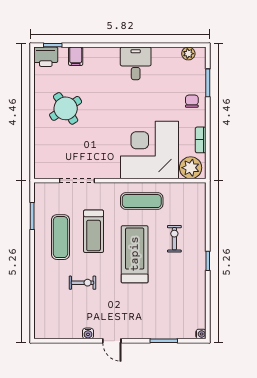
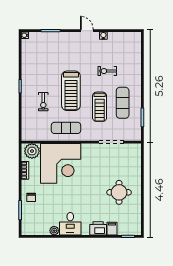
plant: (188, 54) -> (54, 231), moved
printer: (46, 57) -> (98, 228), moved
round table: (66, 108) -> (119, 192), turned 33
treadmill: (94, 231) -> (100, 107), turned 180

